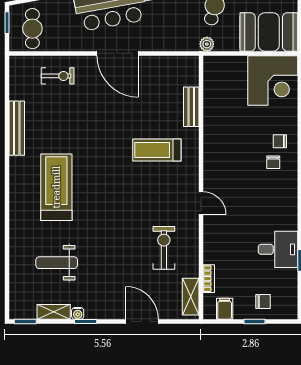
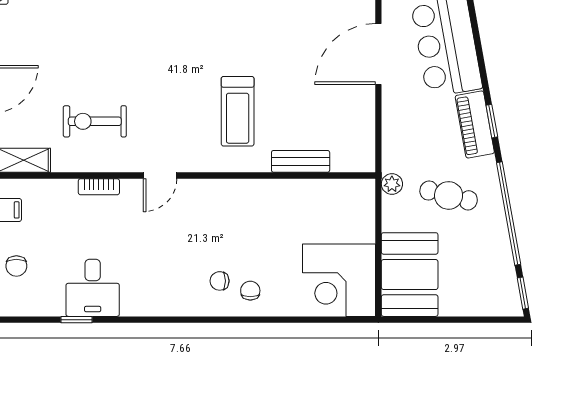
treadmill: (157, 150) -> (238, 111), turned 180
exercise bike: (164, 248) -> (95, 121), turned 180
bookcase: (209, 279) -> (99, 187), moved

